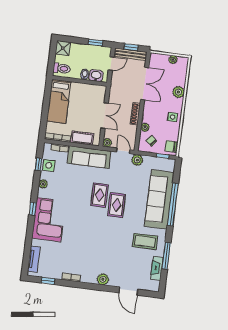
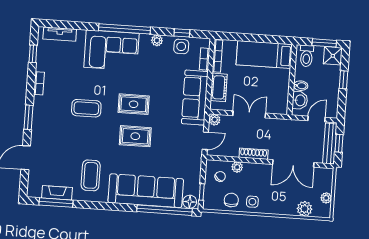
window: (96, 43) -> (343, 80), moved
window: (52, 54) -> (324, 43), added
door: (111, 64) -> (316, 119), swing flipped
plant: (178, 92) -> (305, 209), moved
double door: (105, 116) -> (249, 114), swing flipped
chair: (171, 146) -> (231, 200), moved
plant: (137, 160) -> (195, 160), removed
floor lamp: (170, 166) -> (190, 202), added
rug: (100, 195) -> (134, 104), moved
window: (173, 204) -> (165, 210), moved
window: (33, 209) -> (124, 29), width x3.17
coffee table: (93, 242) -> (86, 108), added
window: (166, 256) -> (56, 203), moved
plant: (103, 279) -> (39, 124), removed
window: (97, 287) -> (28, 117), added

